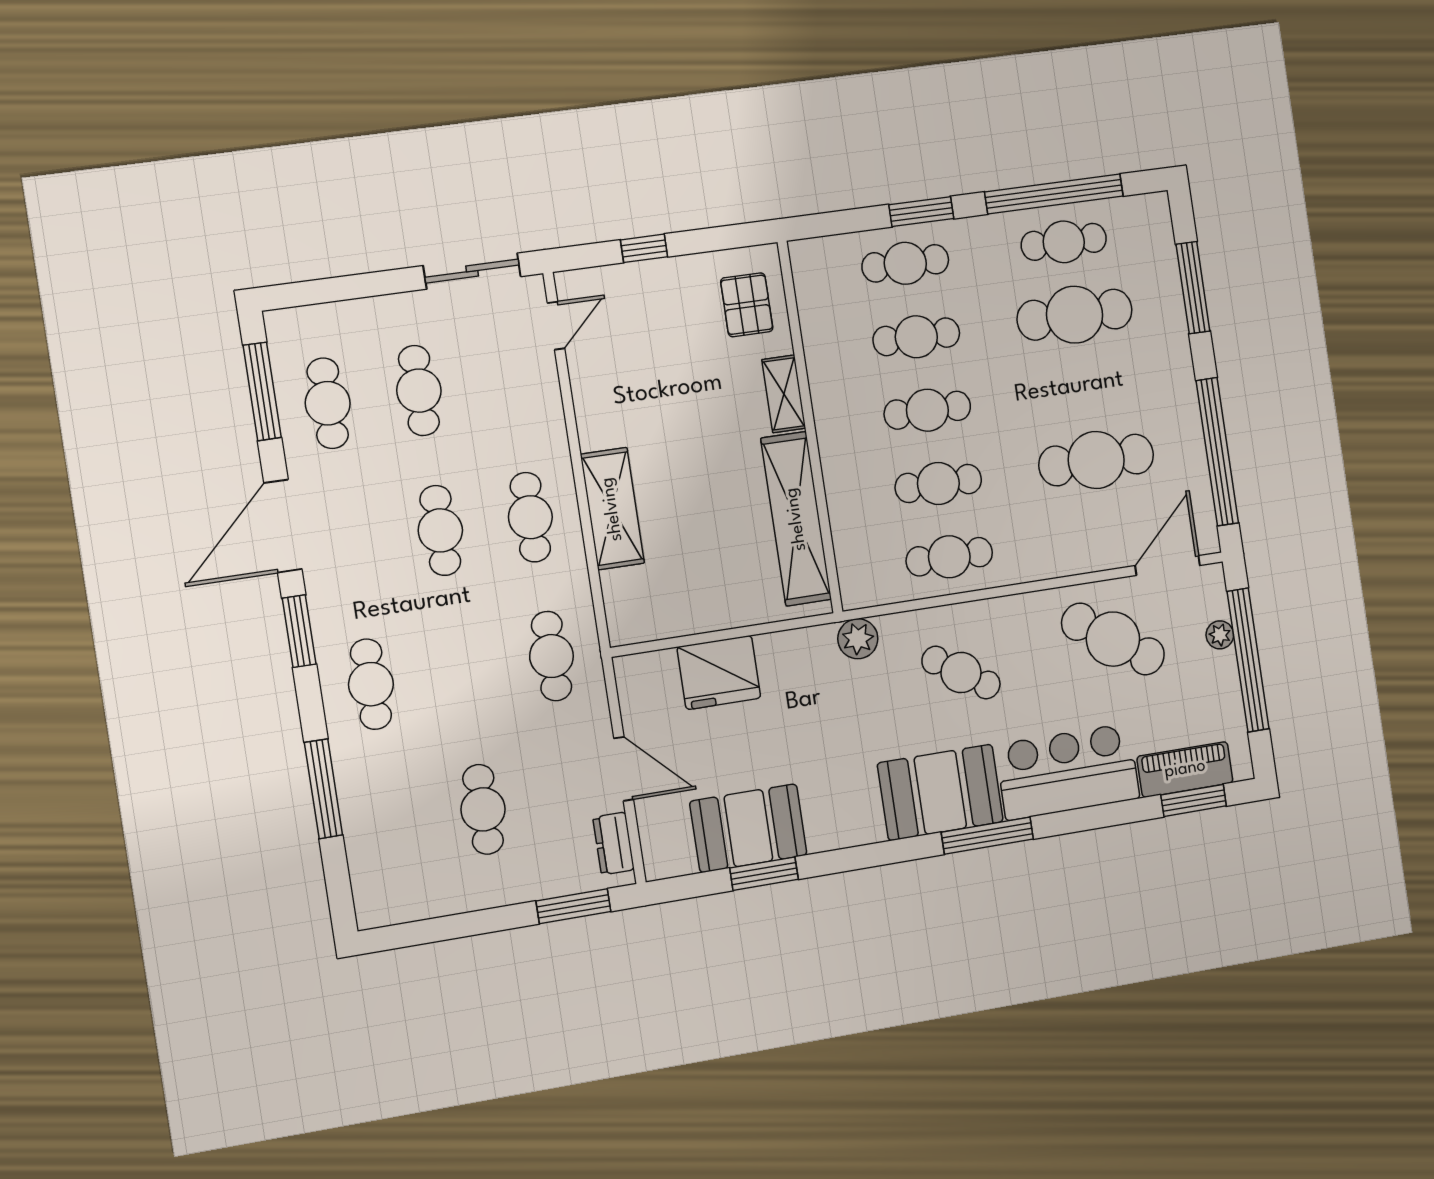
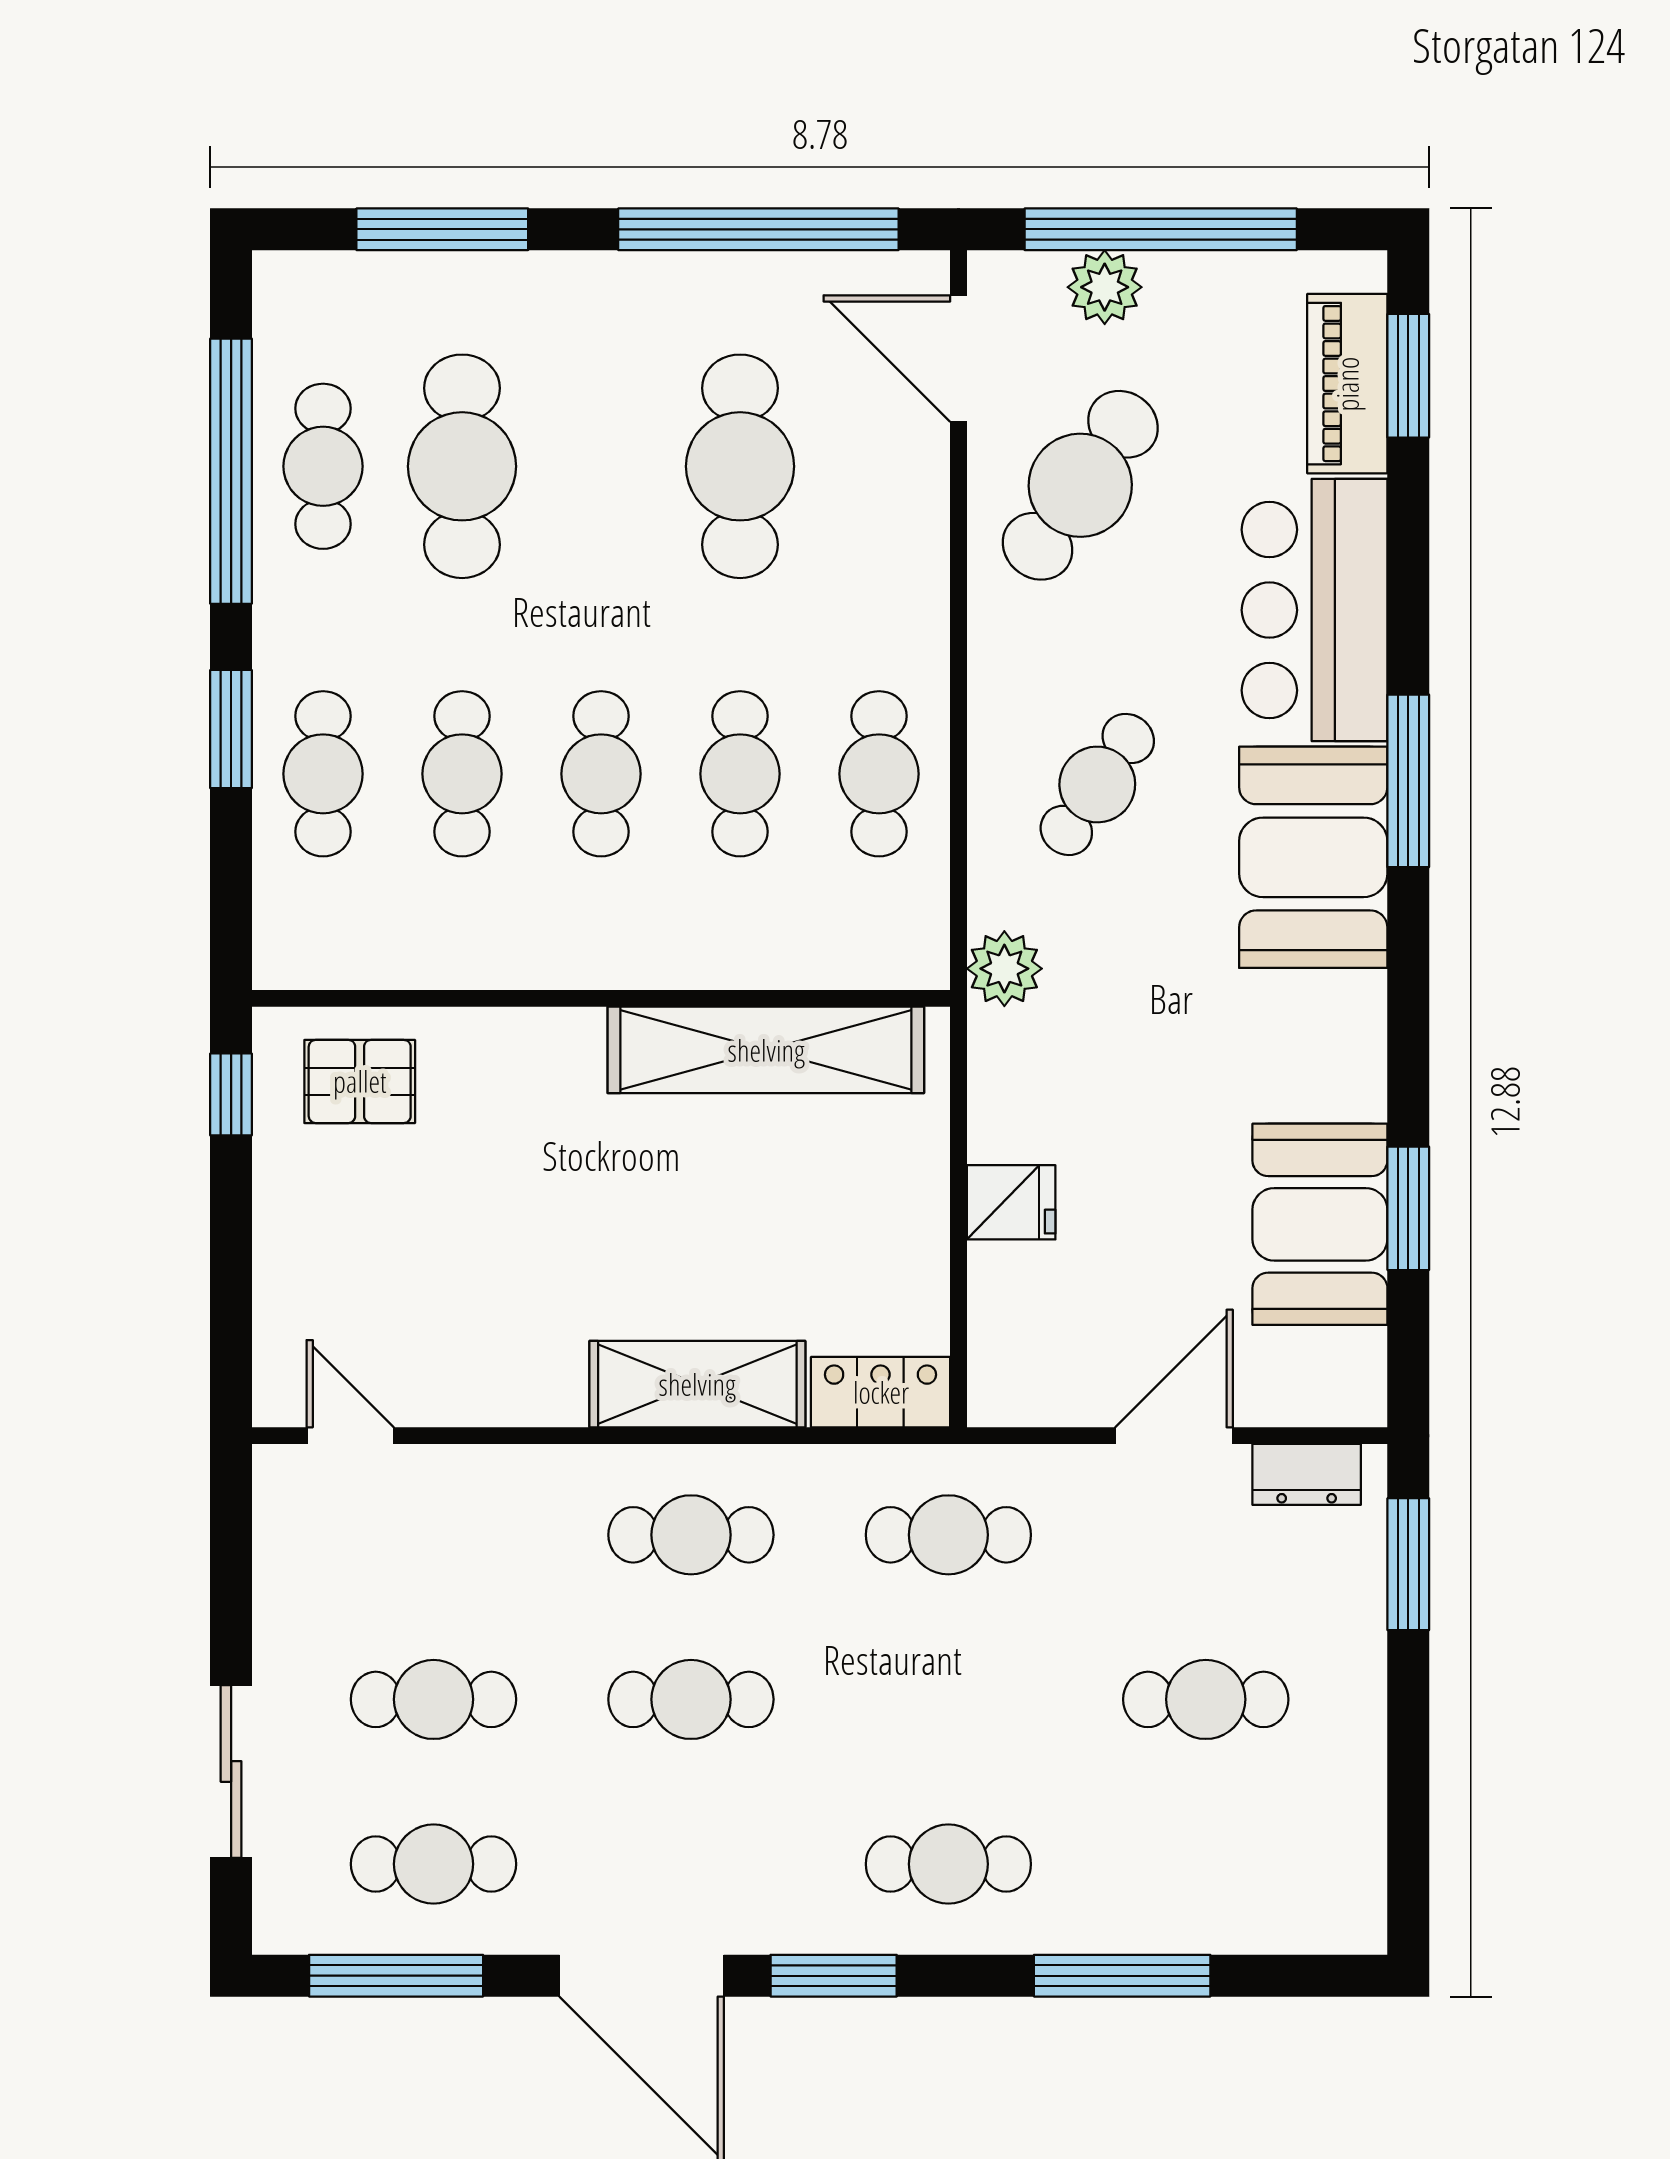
window: (644, 248) -> (231, 1094), moved
sliding door: (472, 271) -> (231, 1771), moved
shelving: (784, 394) -> (533, 1038), removed
locker: (623, 608) -> (881, 1392), added
plant: (1220, 635) -> (1105, 287), width x1.38, depth x1.38
fridge: (719, 672) -> (1011, 1202), width x0.53, depth x0.75

